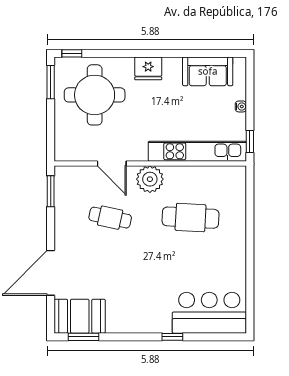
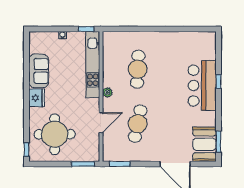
sofa: (208, 71) -> (39, 71), moved
window: (51, 82) -> (83, 164), moved
plant: (150, 179) -> (107, 92), width x0.53, depth x0.53
cafe table: (110, 218) -> (138, 124), width x1.37, depth x1.35
bar counter: (209, 313) -> (202, 86), moved

